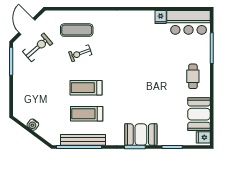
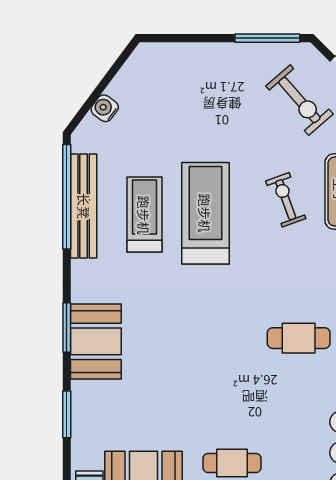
cafe table: (139, 48) -> (299, 338), added
treadmill: (86, 88) -> (205, 213), width x1.37, depth x1.38
water cooler: (33, 125) -> (105, 108), moved

